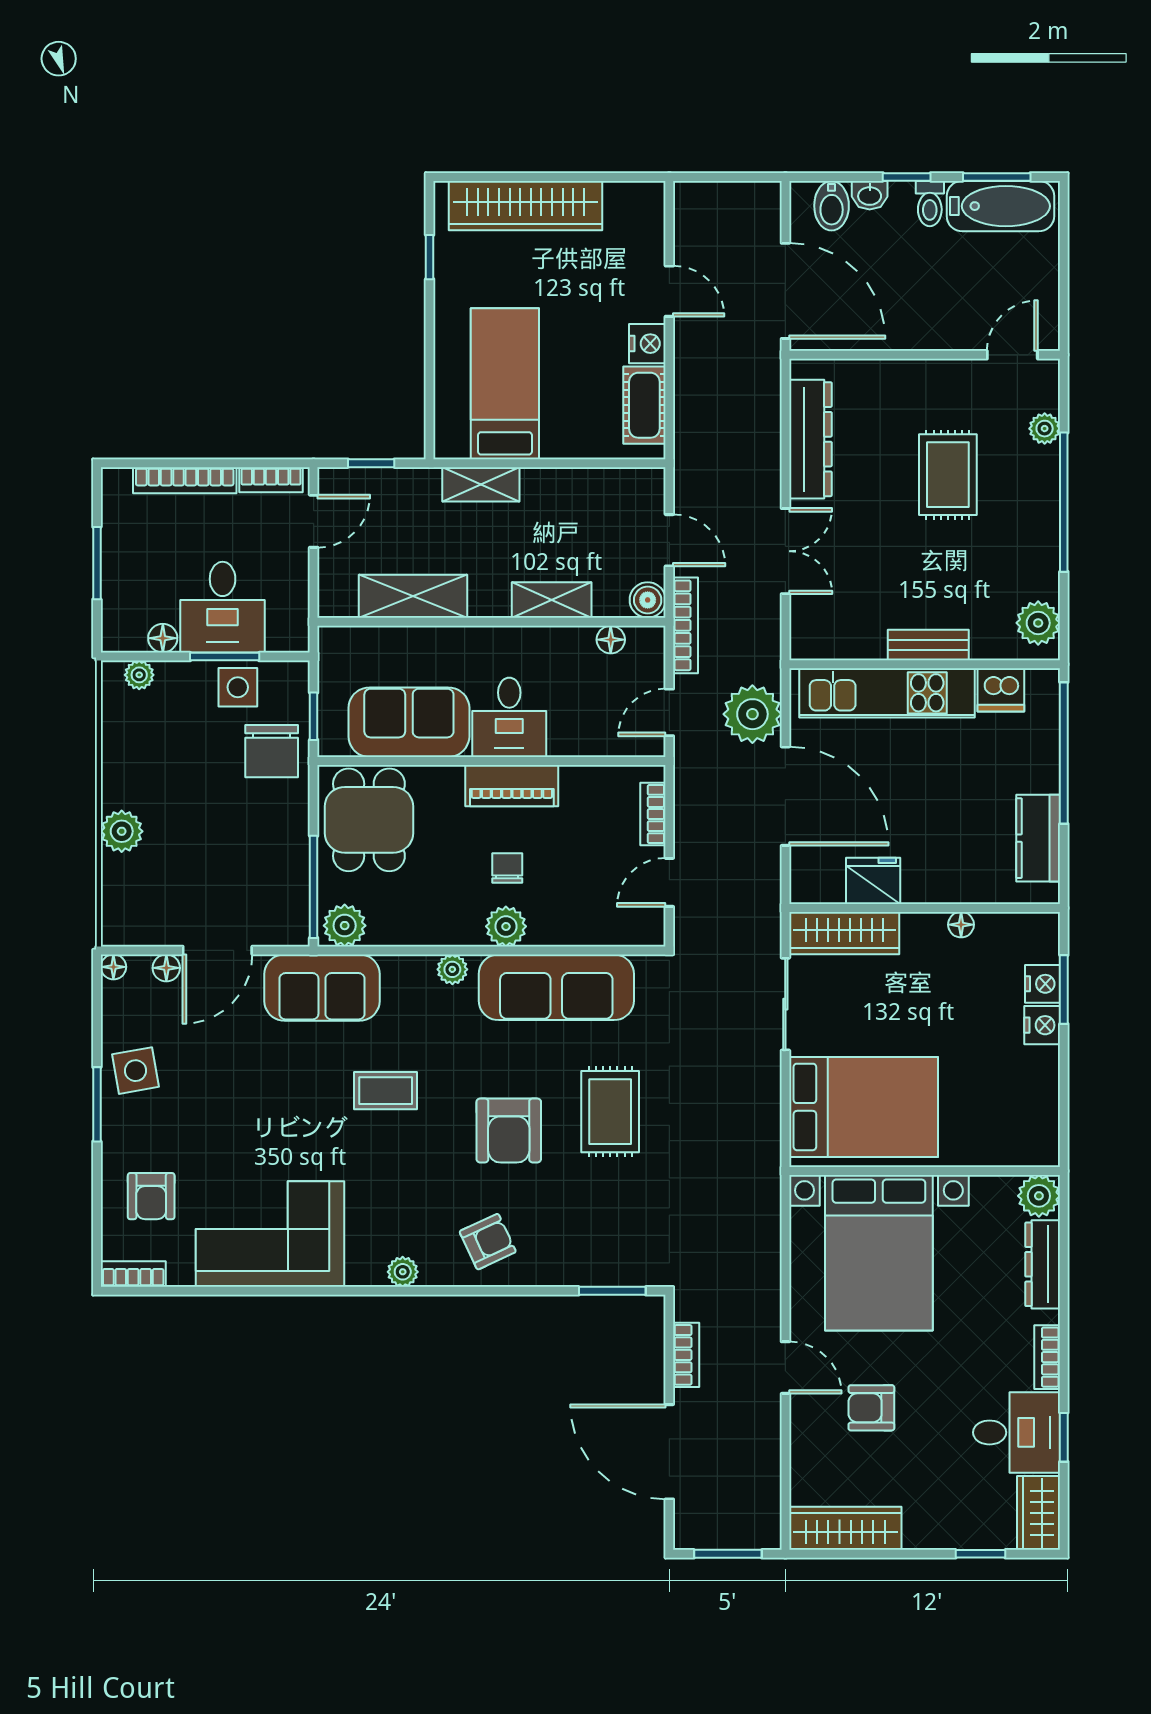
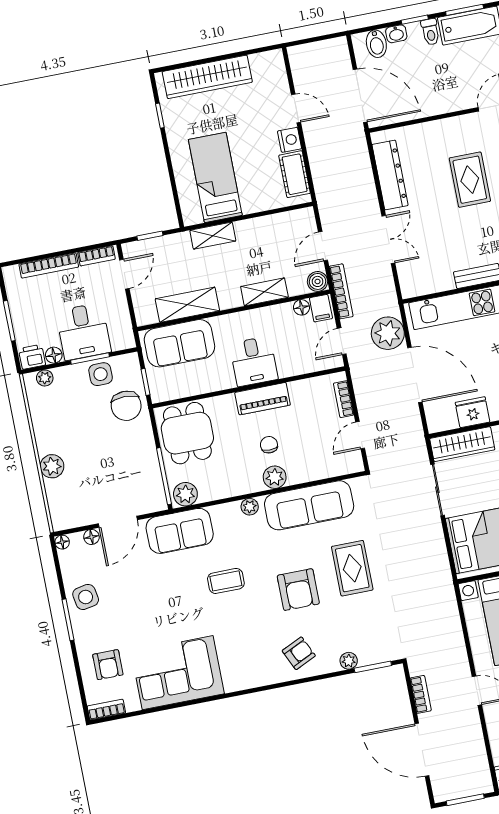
door: (669, 540) -> (323, 246), swing flipped
printer: (124, 634) -> (32, 357), added
filing cabinet: (644, 648) -> (321, 308), added
sofa: (409, 722) -> (179, 343), moved, turned 180
plant: (403, 1272) -> (349, 661), moved

